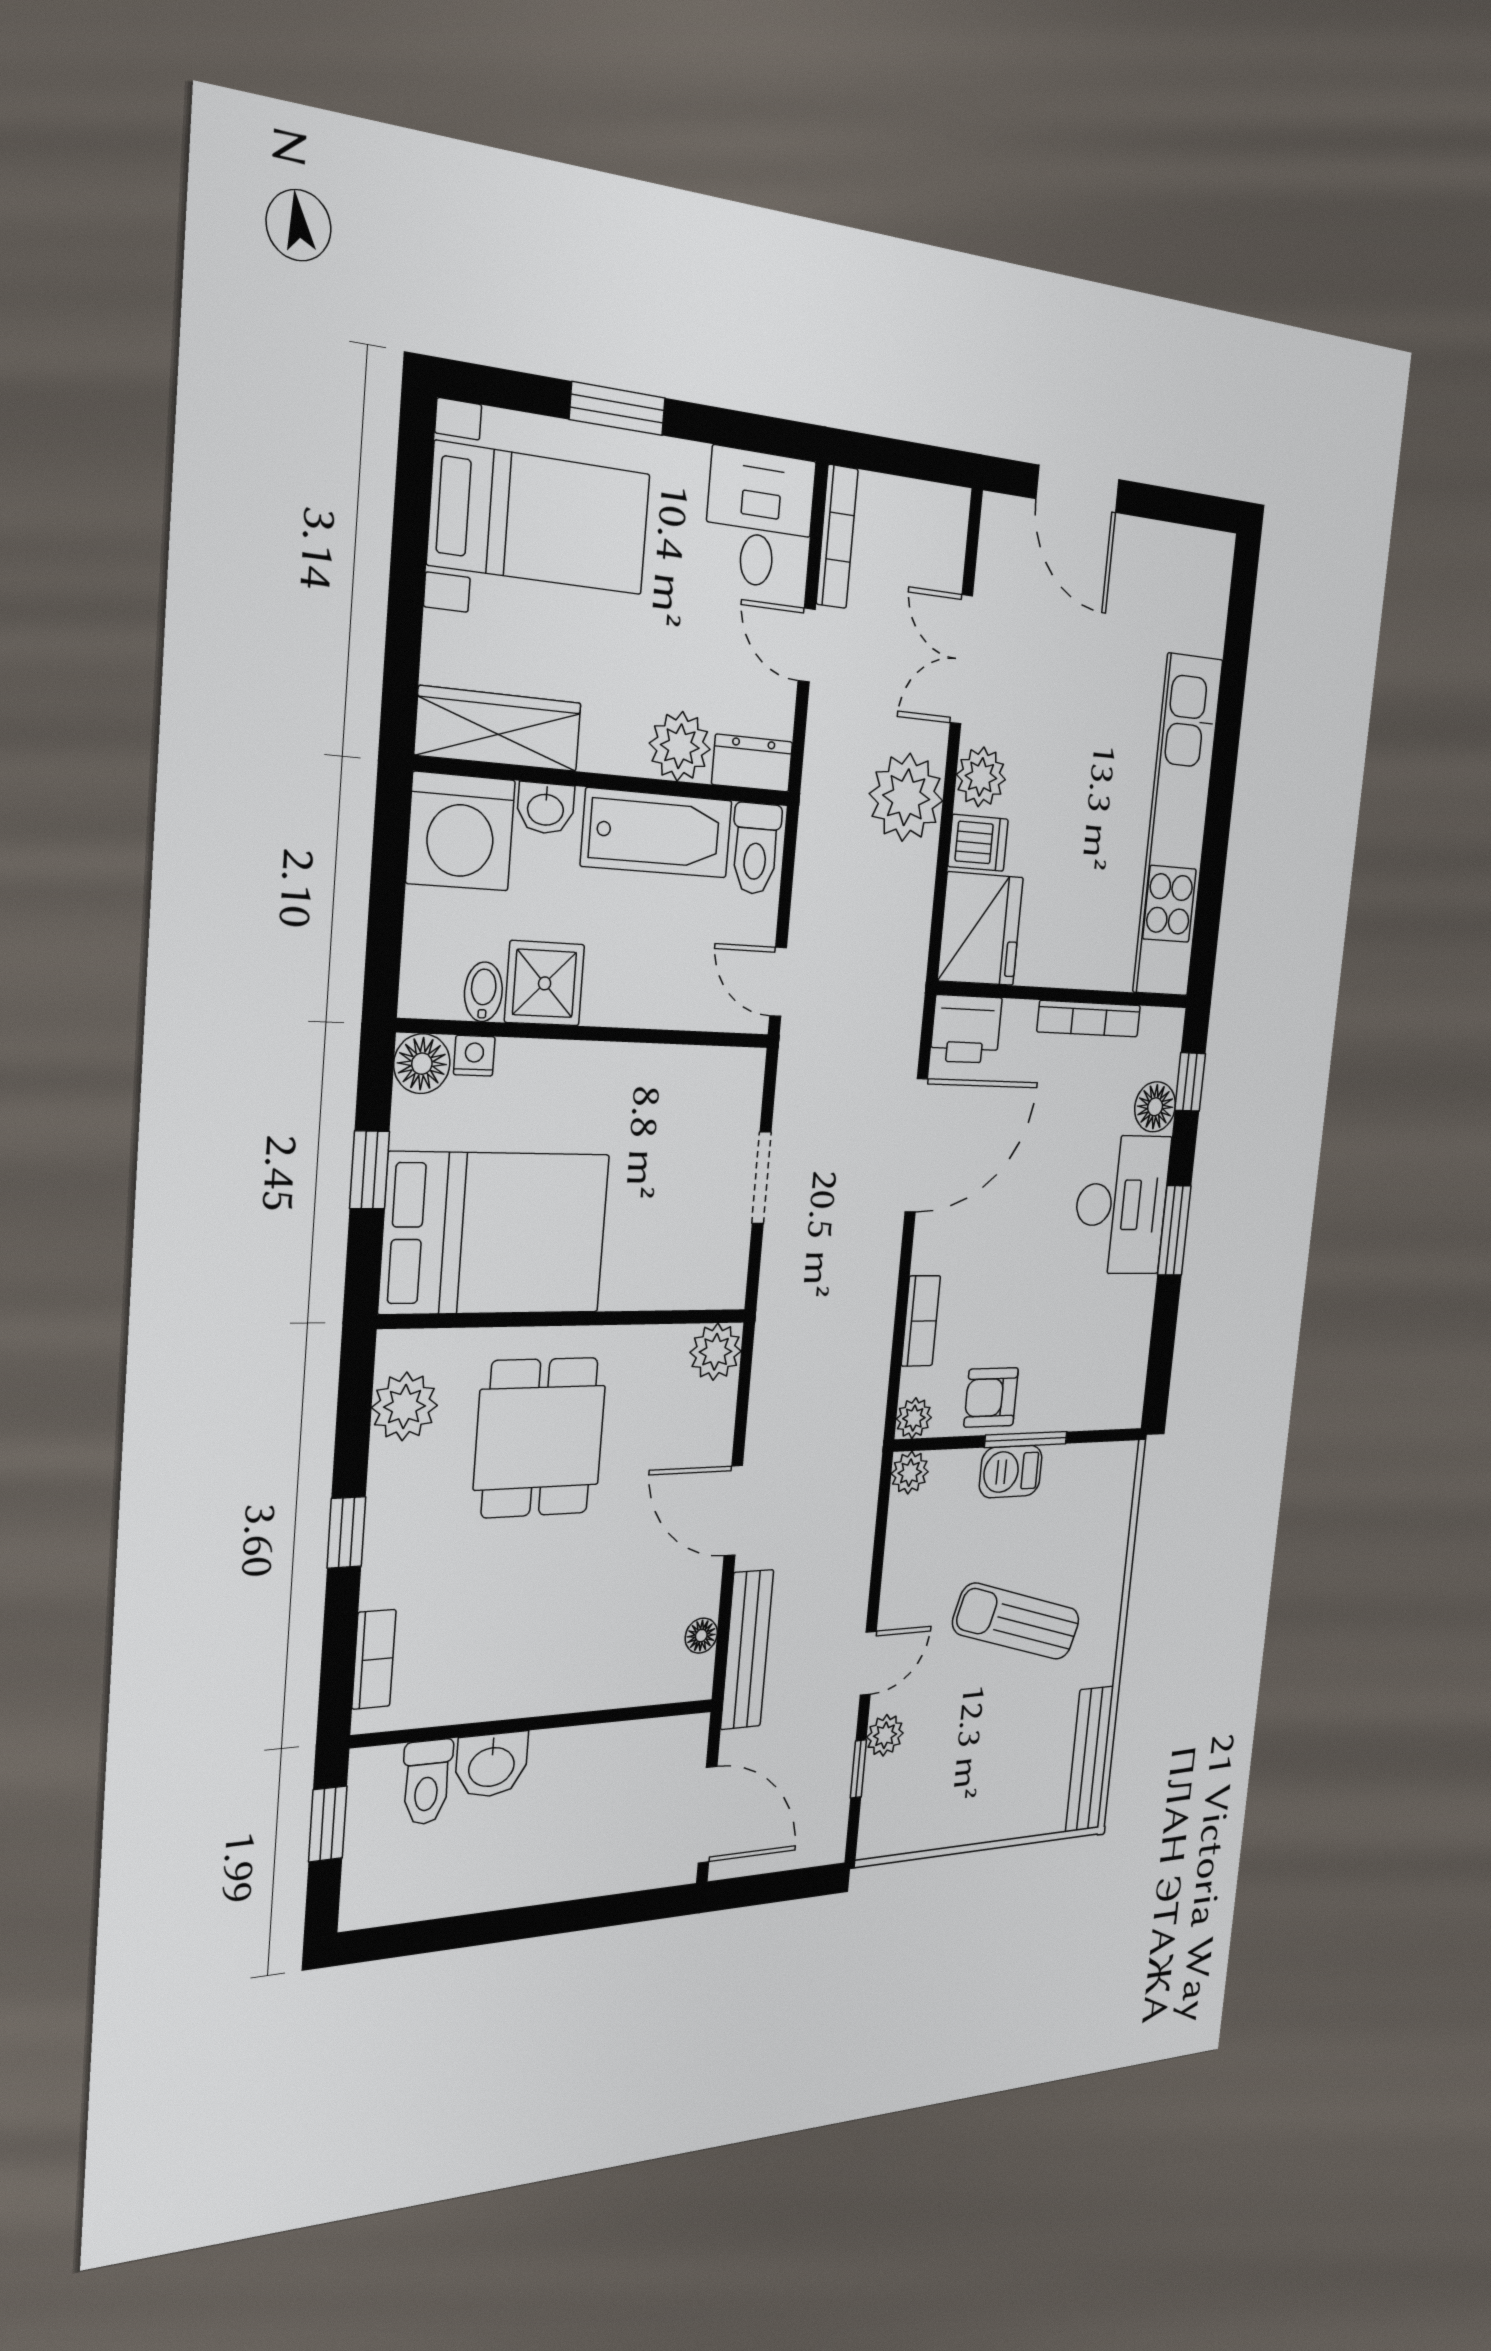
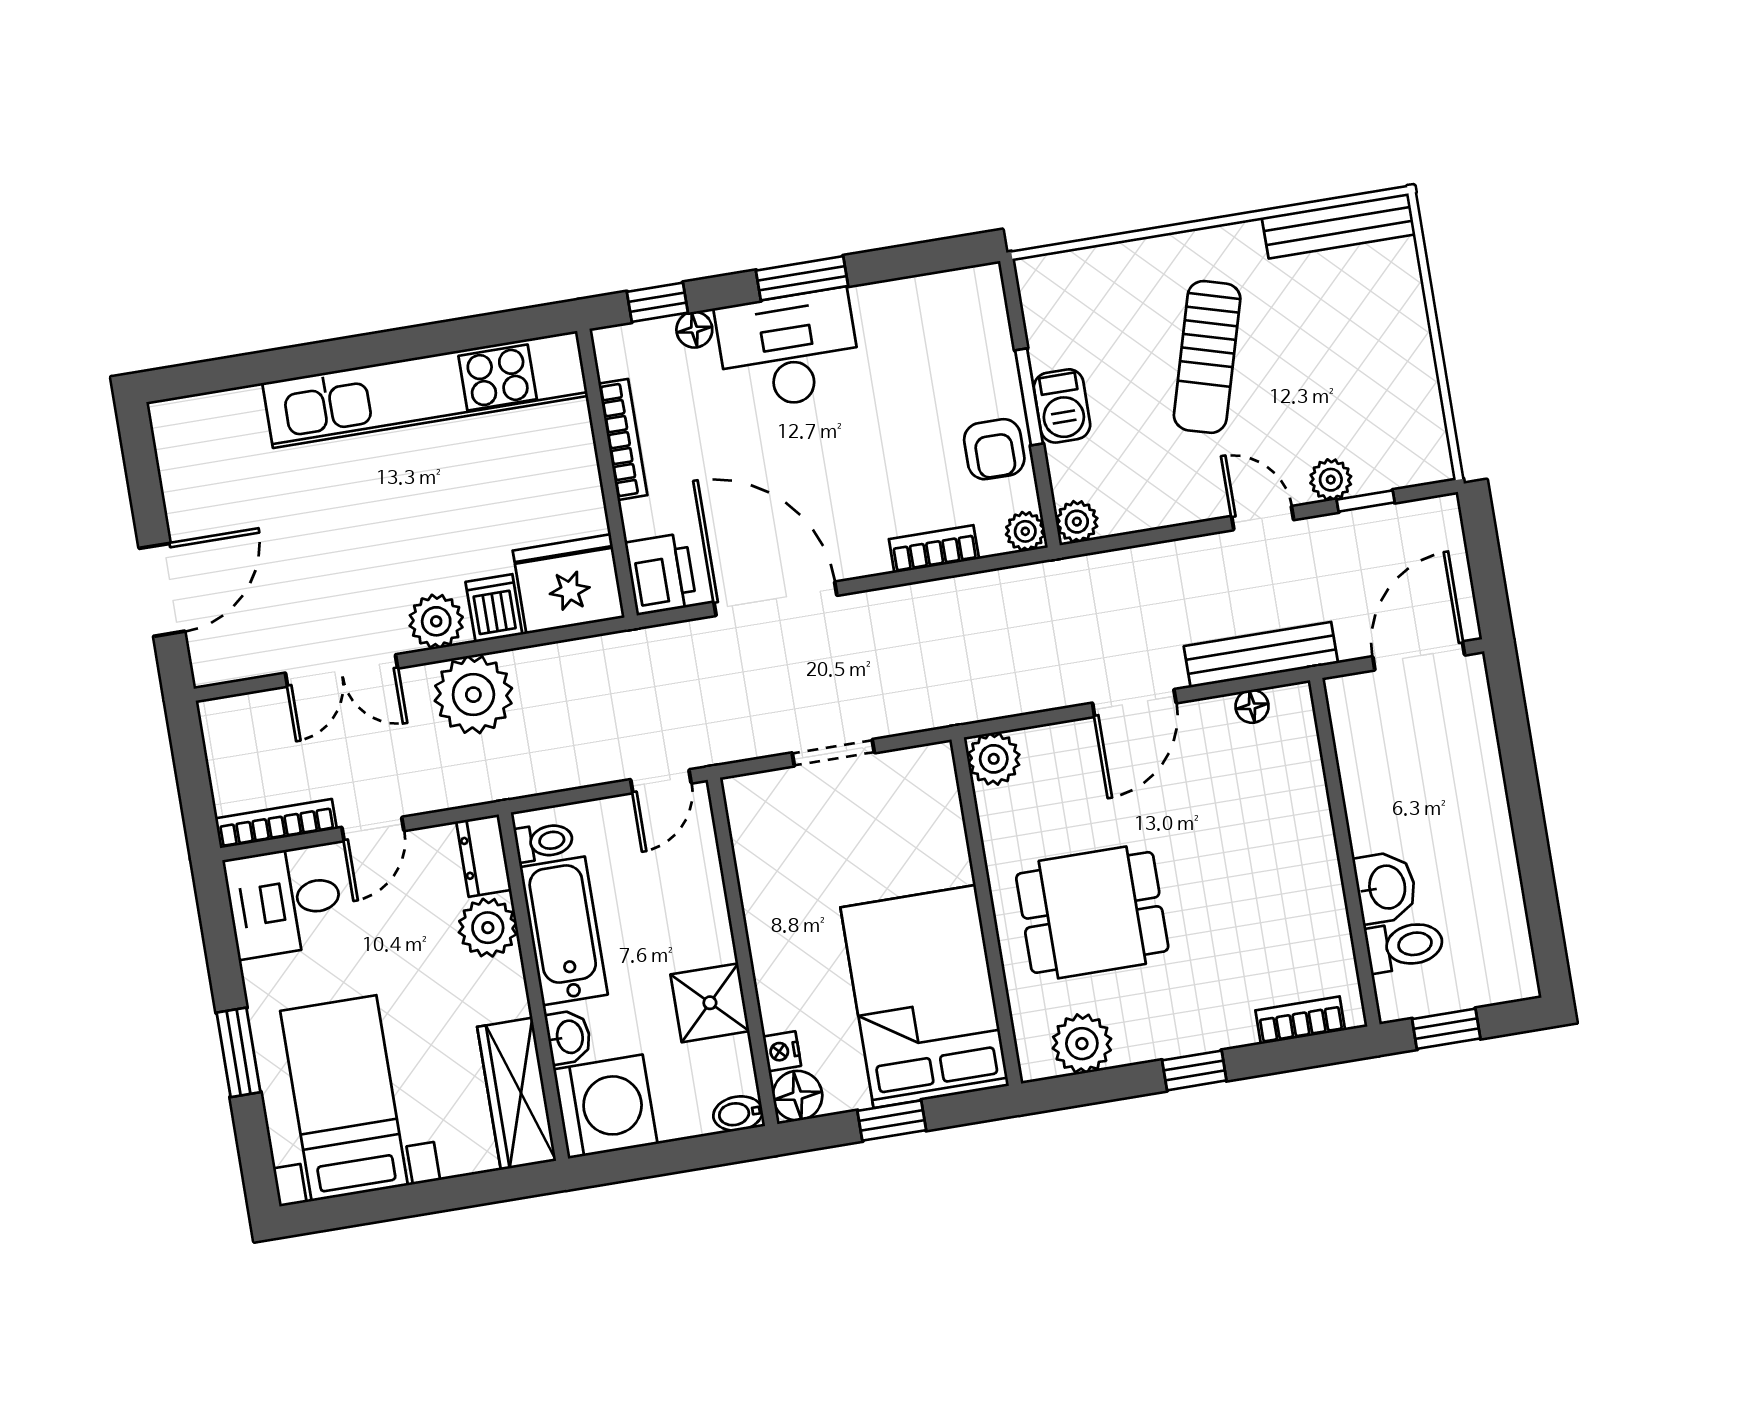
toilet: (756, 849) -> (544, 842), width x0.73, depth x0.72
bidet: (483, 992) -> (738, 1114), moved
floor lamp: (1155, 1107) -> (694, 330), width x0.73, depth x0.73

